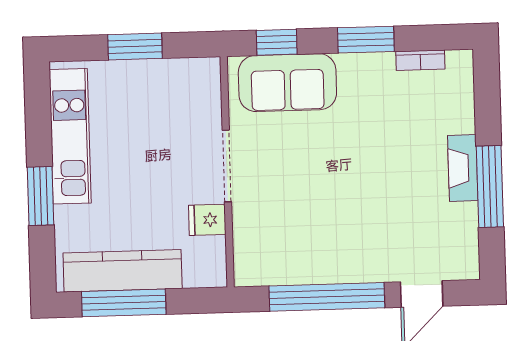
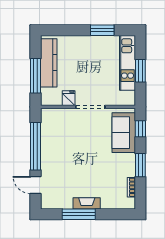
kitchen unit: (70, 136) -> (127, 63), moved, turned 90
window: (40, 196) -> (102, 30), moved
window: (124, 303) -> (36, 76), moved

